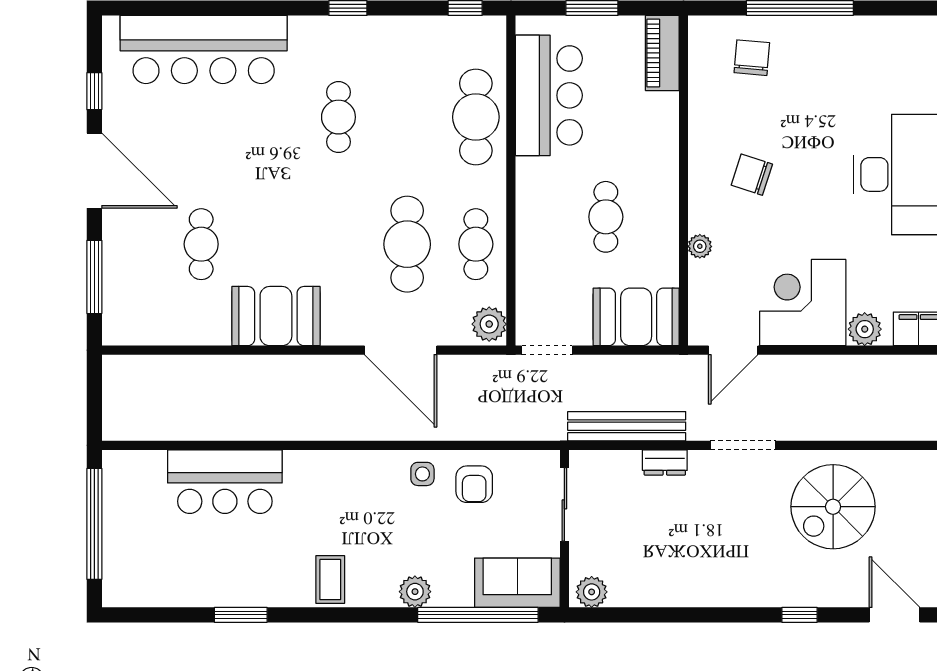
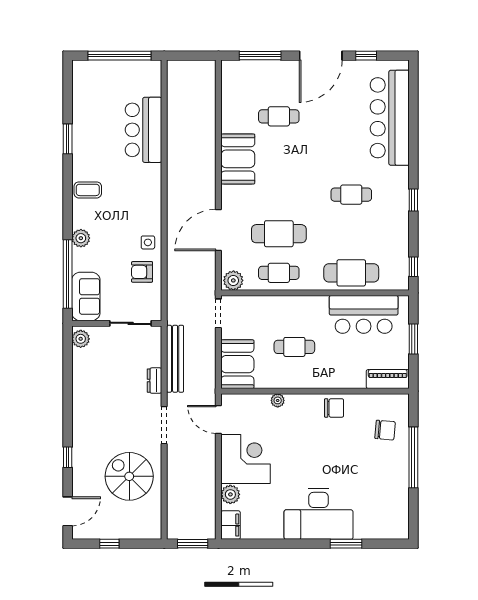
chair: (752, 175) -> (334, 408), moved, turned 72

